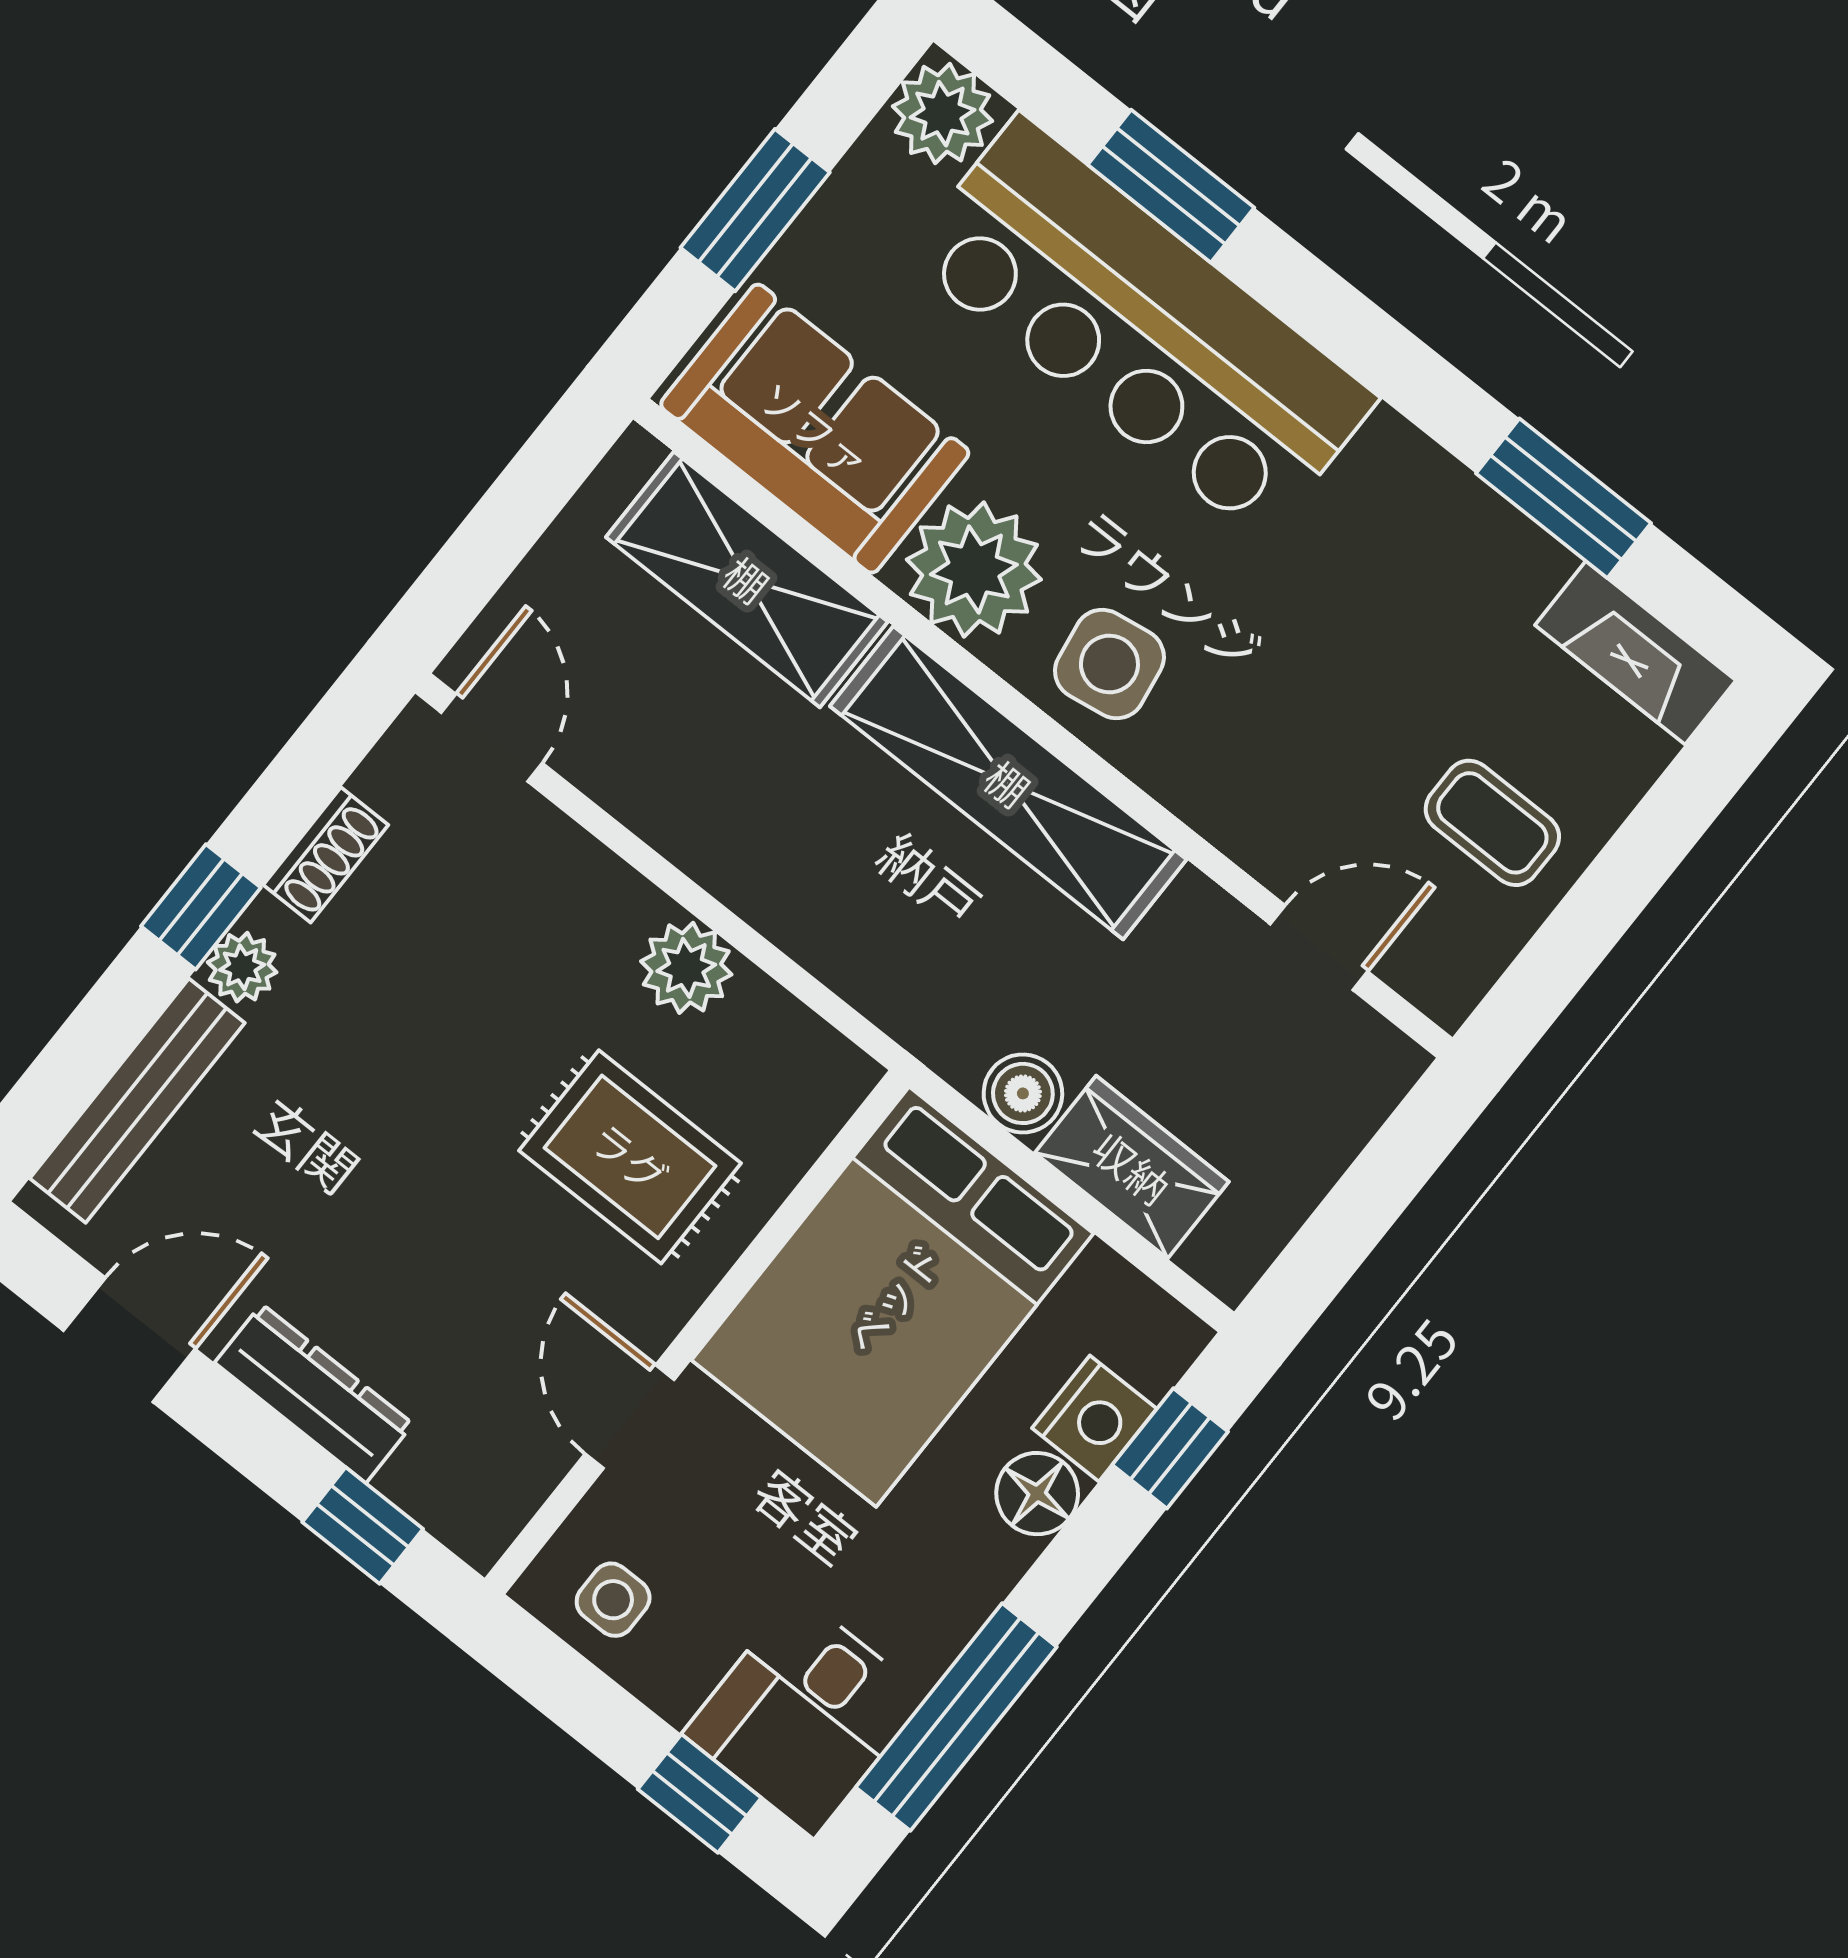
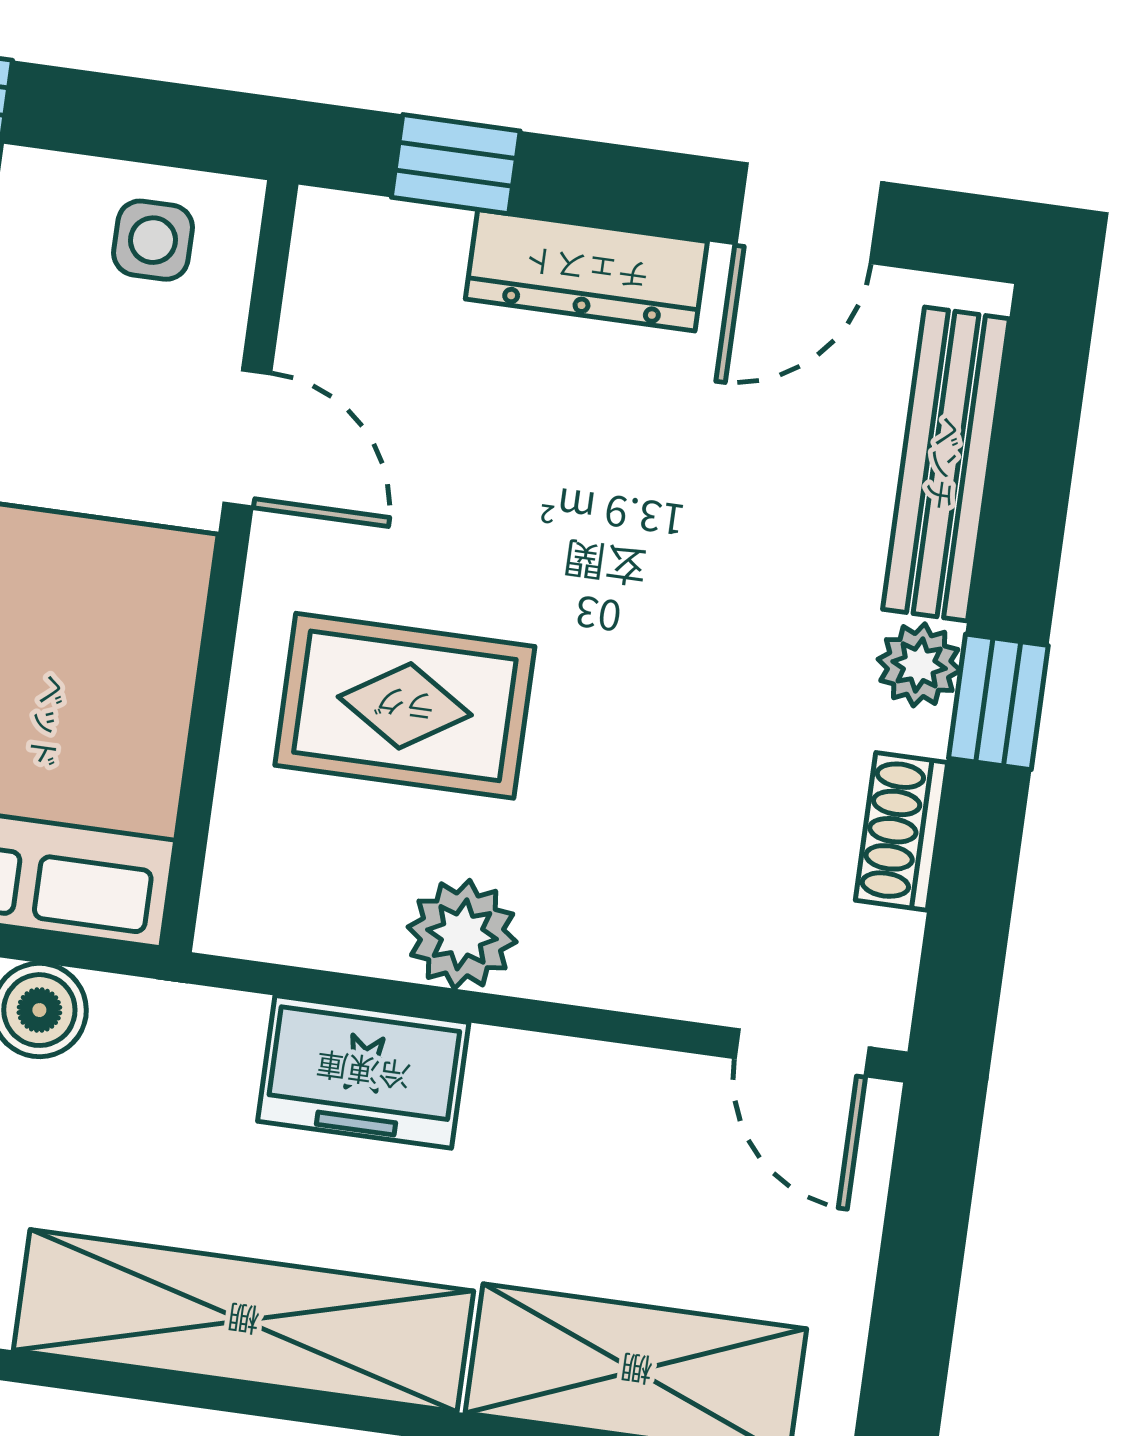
freezer: (816, 911) -> (363, 1072), added

